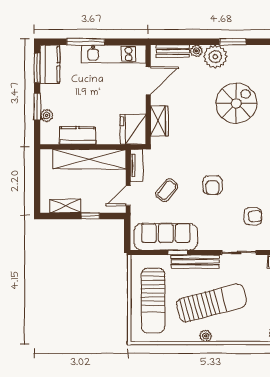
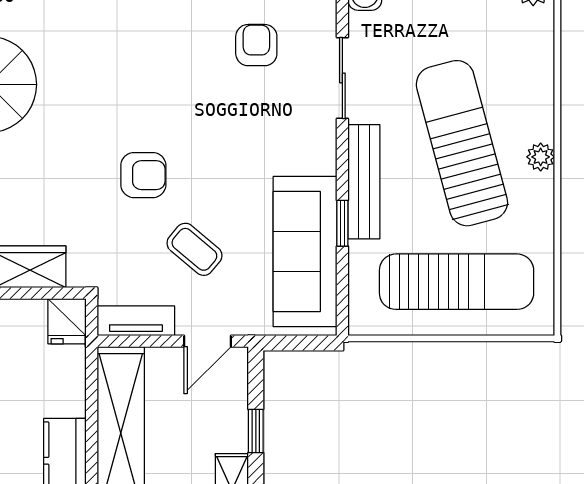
fridge: (133, 129) -> (67, 321), width x0.53, depth x0.75
armchair: (213, 185) -> (143, 175), moved
door: (128, 196) -> (207, 341), hinge flipped

